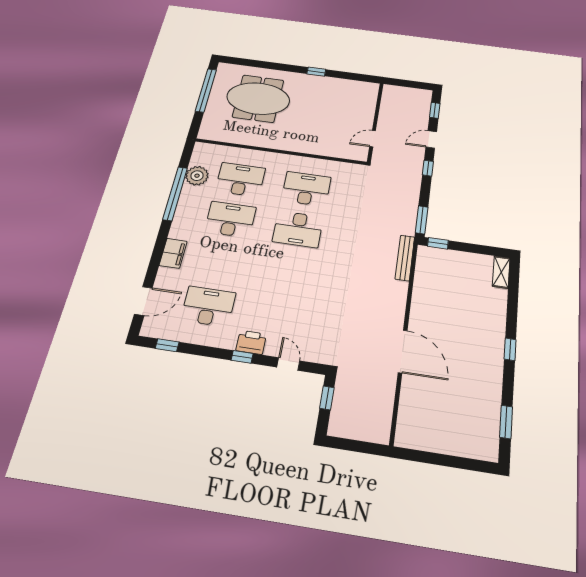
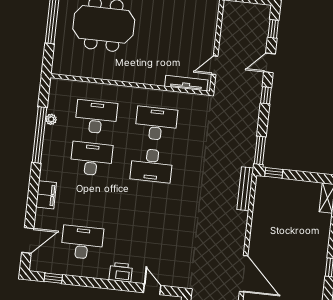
tv unit: (342, 153) -> (186, 83), added
plant: (197, 176) -> (51, 119), width x0.53, depth x0.53
window: (242, 357) -> (115, 285), removed

